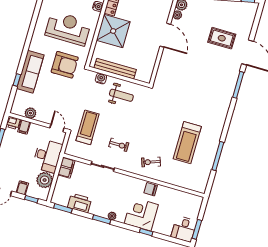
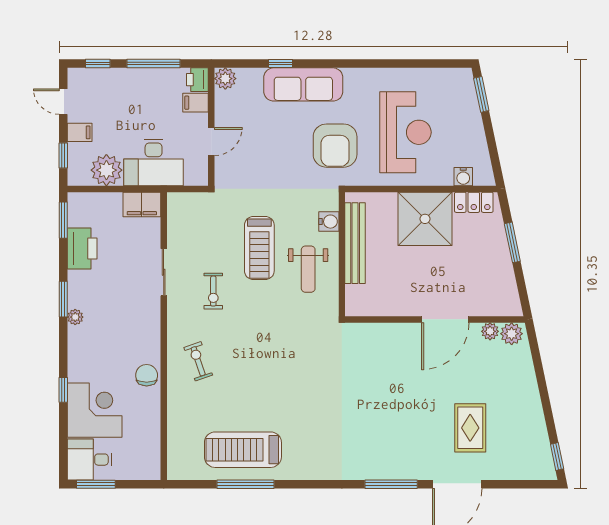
plant: (30, 113) -> (225, 79), moved
treadmill: (88, 127) -> (259, 248), moved, turned 90
door: (57, 128) -> (211, 141), moved
treadmill: (187, 143) -> (243, 450), moved
corner desk: (141, 214) -> (95, 410), moved

